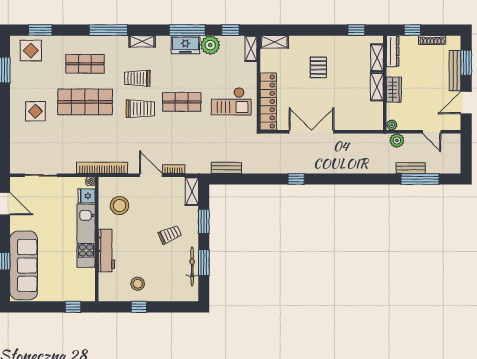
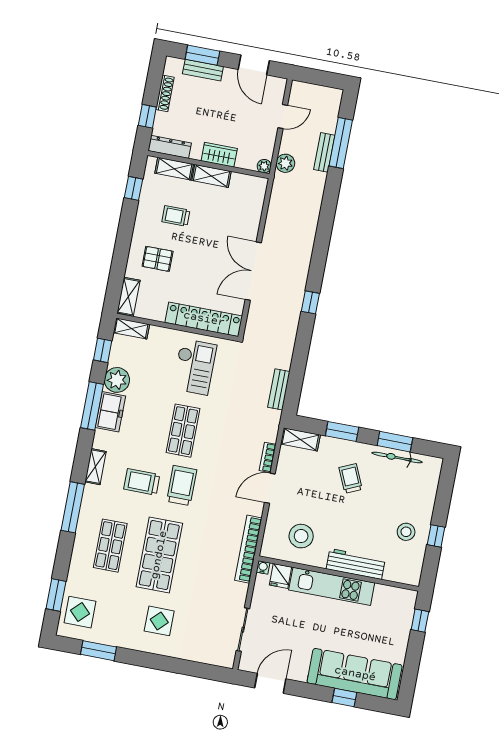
trolley: (342, 66) -> (176, 216), added
pallet: (318, 67) -> (158, 259), moved
bench: (455, 71) -> (203, 70), width x0.73
trolley: (137, 78) -> (142, 482), turned 90

